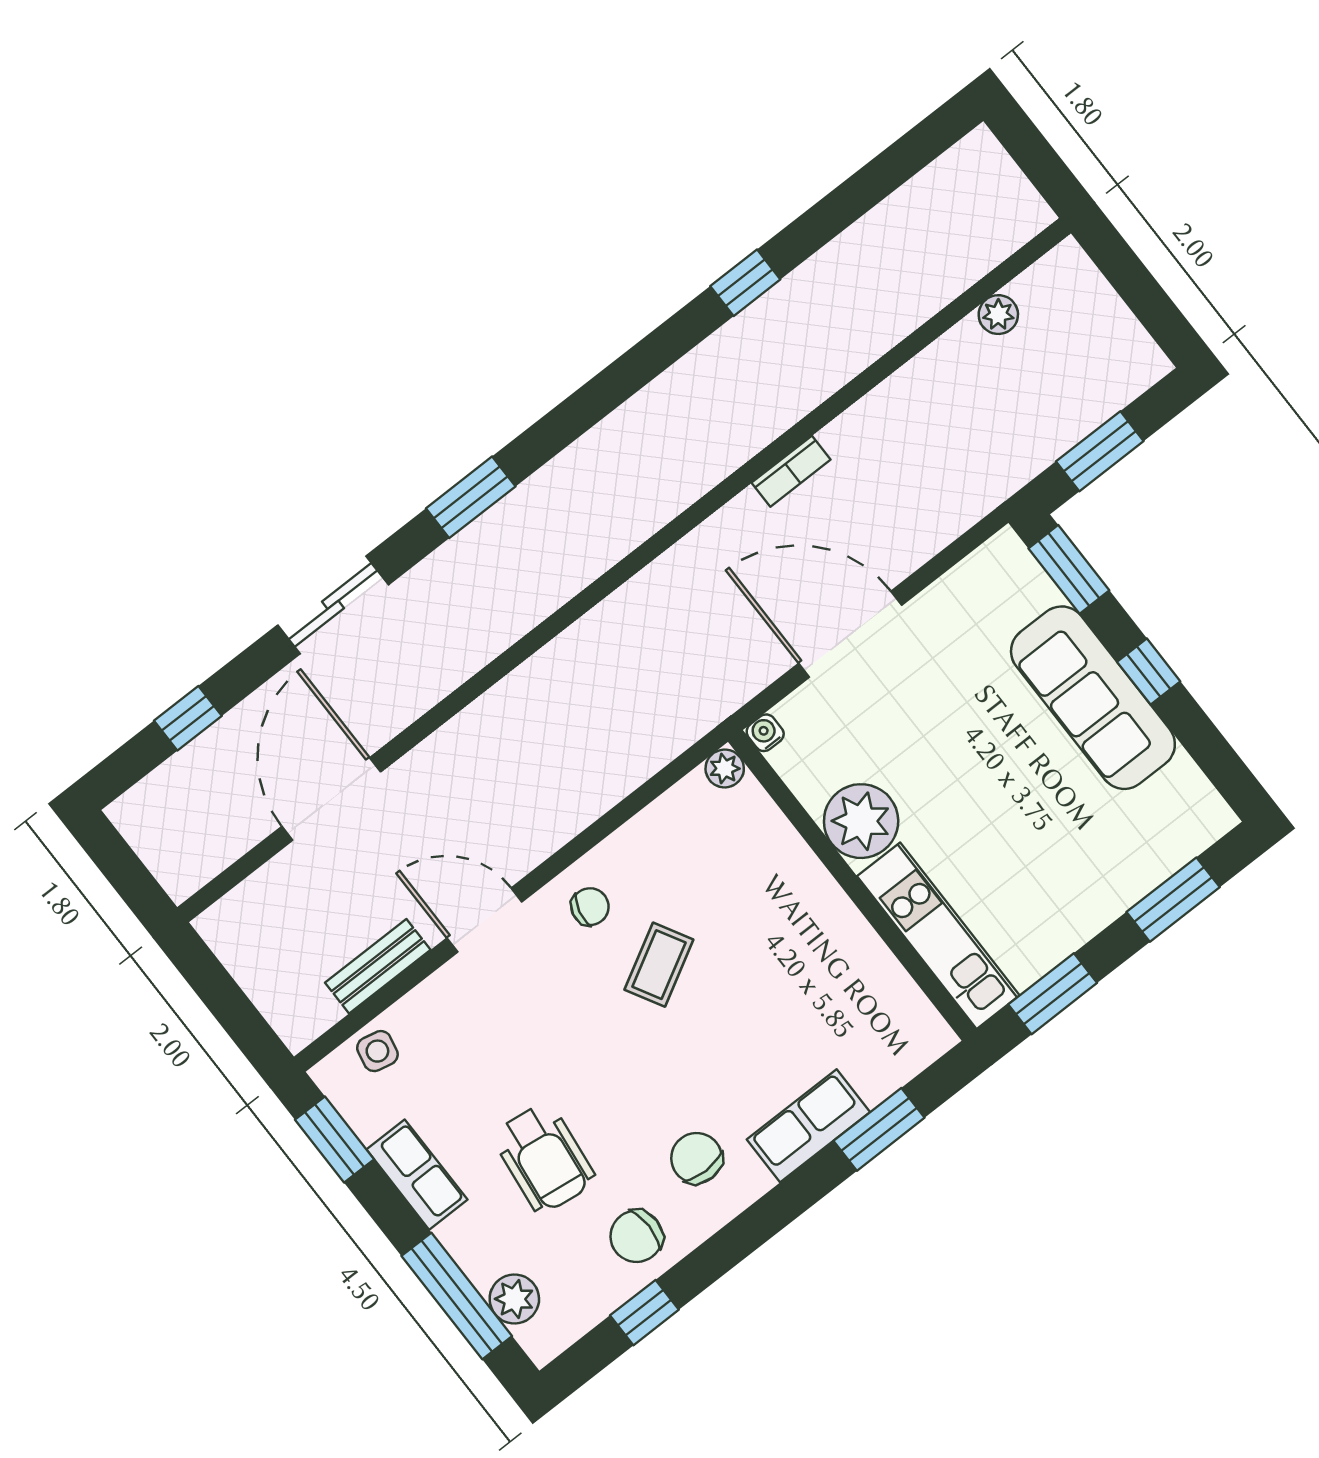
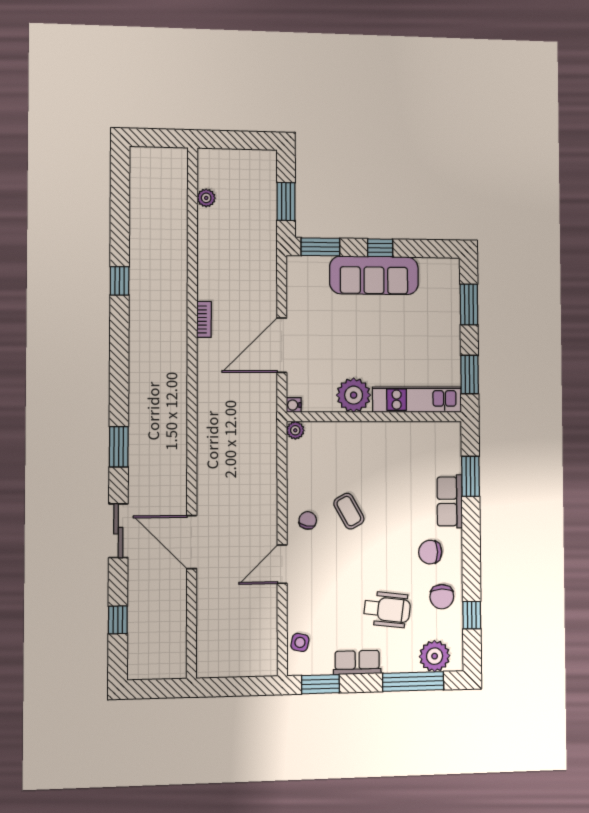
door: (331, 799) -> (192, 542), moved
bench: (378, 966) -> (268, 618), removed
plant: (514, 1299) -> (435, 656), width x1.36, depth x1.36

